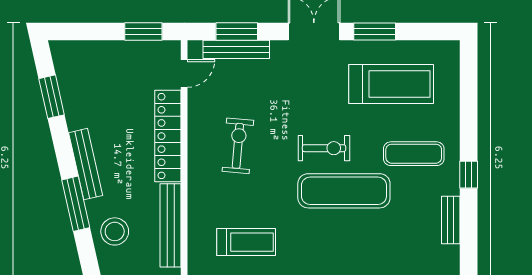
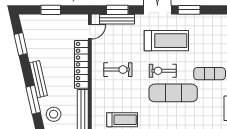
window: (143, 31) -> (51, 10), moved
treadmill: (391, 84) -> (166, 41), moved
exercise bike: (238, 146) -> (118, 70), turned 85
exercise bike: (324, 148) -> (163, 71), turned 180

